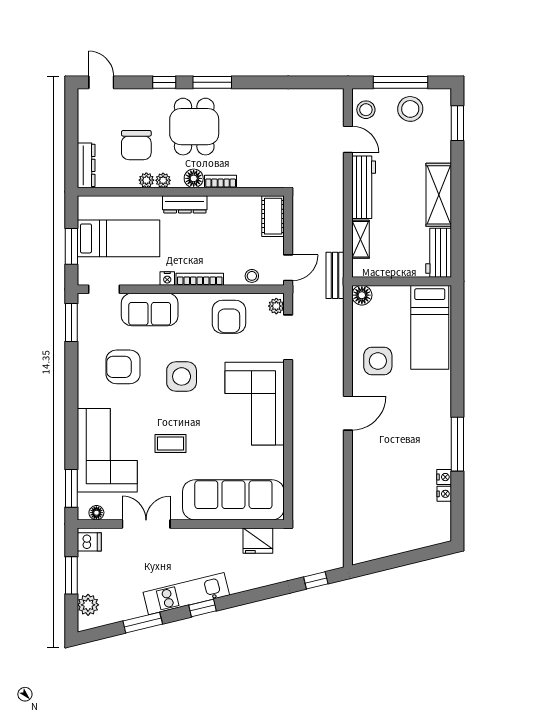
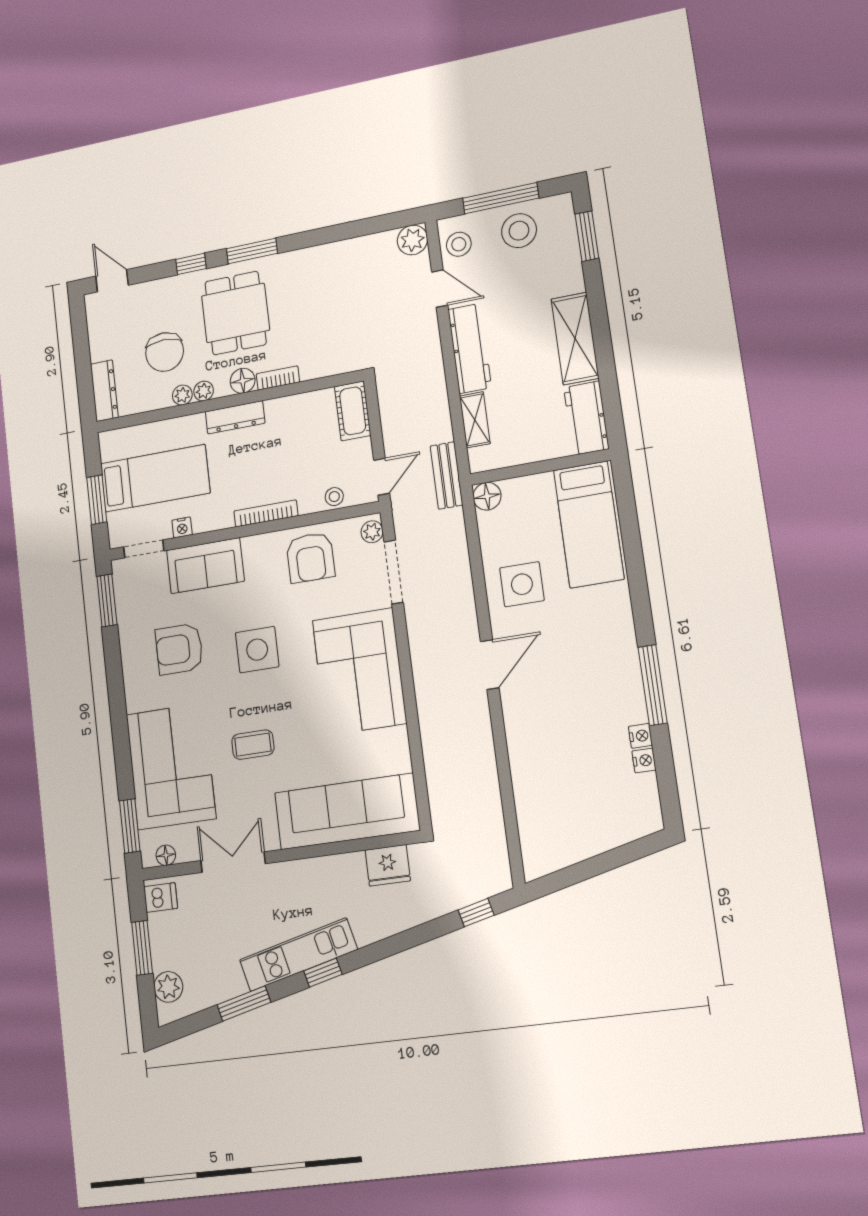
plant: (333, 99) -> (412, 240), added
nightstand: (167, 278) -> (182, 527), moved

